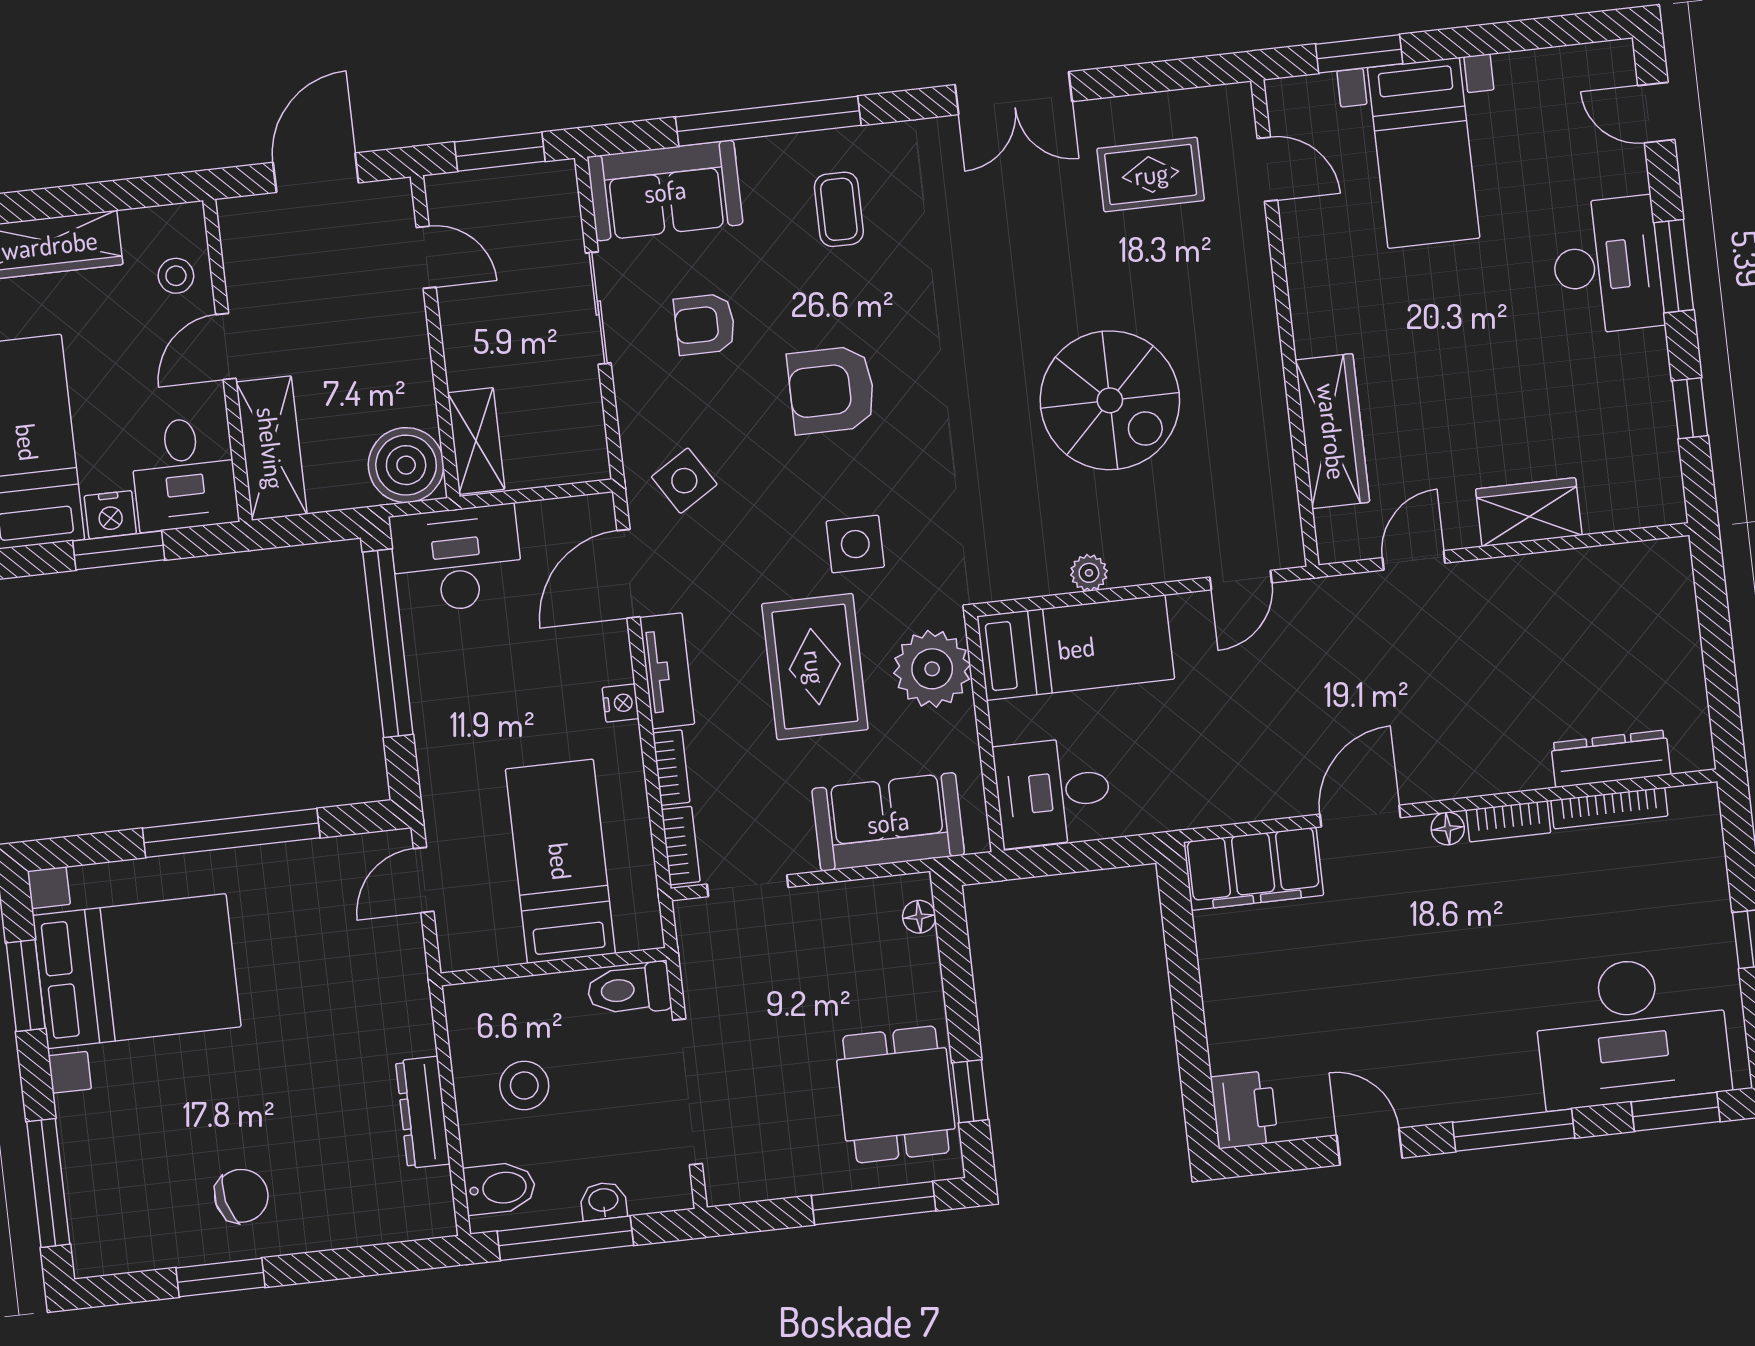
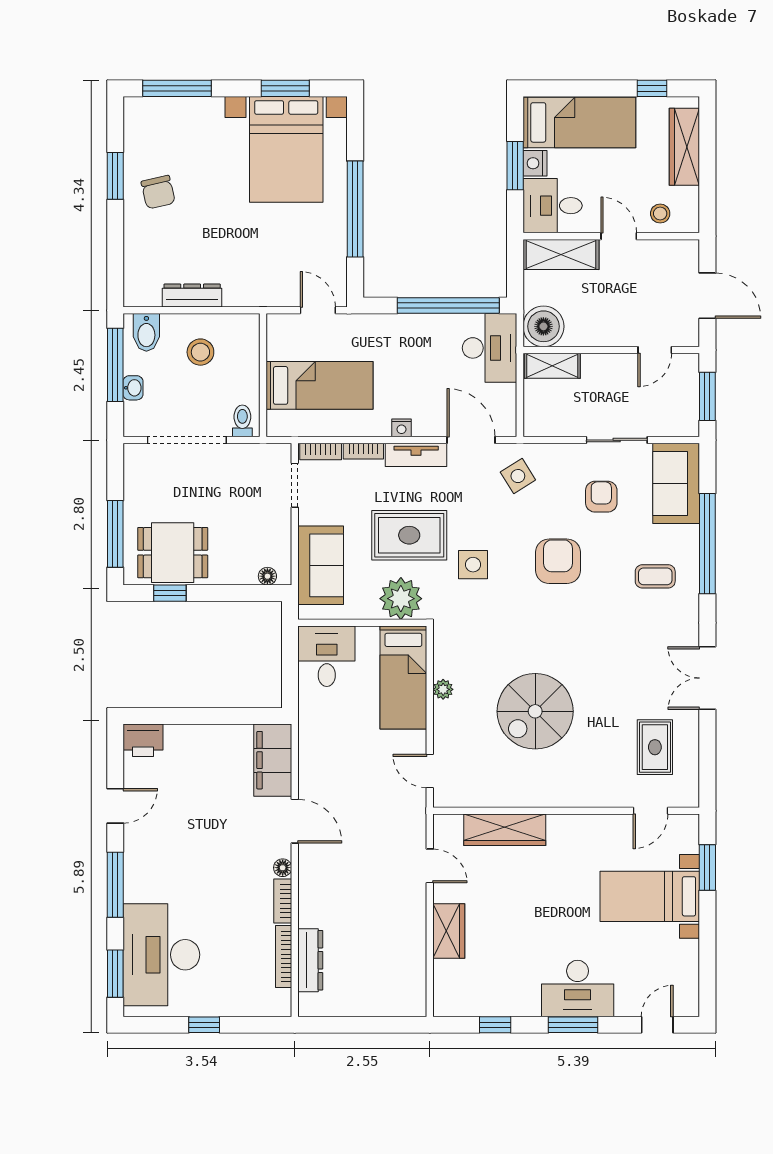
toilet: (629, 989) -> (242, 421), width x0.73, depth x0.72

